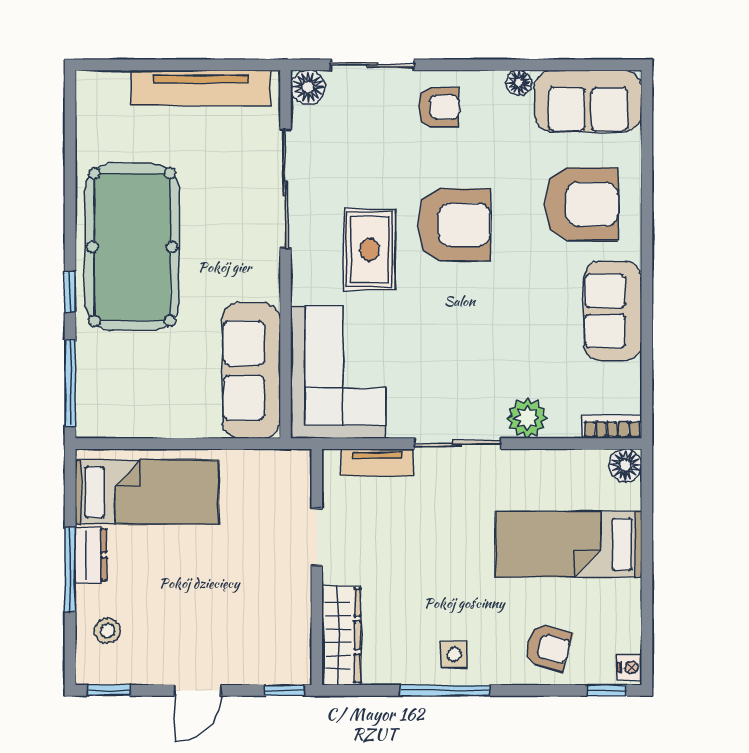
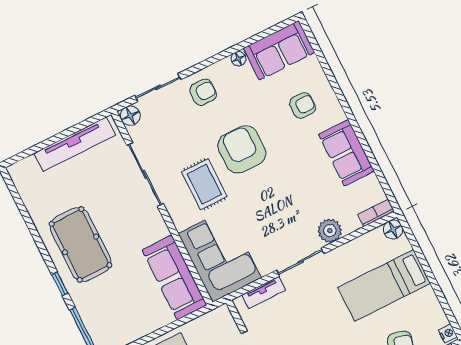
armchair: (582, 204) -> (303, 105), width x0.53, depth x0.53
armchair: (454, 225) -> (242, 149), turned -90
pool table: (132, 247) -> (81, 244), width x0.73, depth x0.76

